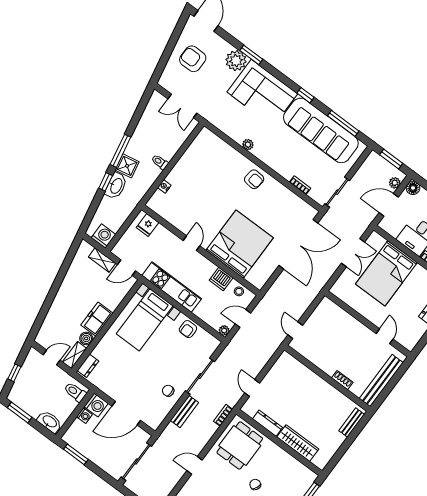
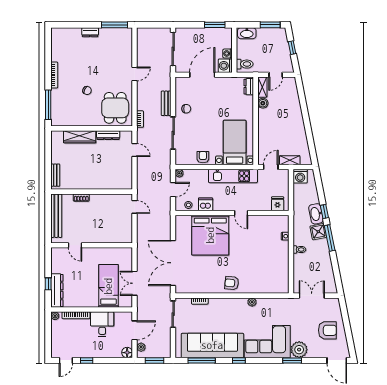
bed: (386, 273) -> (108, 286), width x0.67
freezer: (97, 319) -> (265, 121), removed

